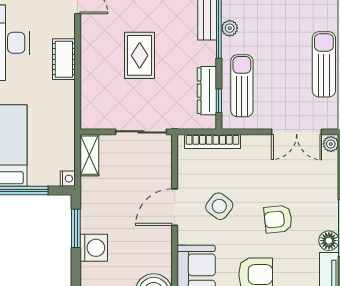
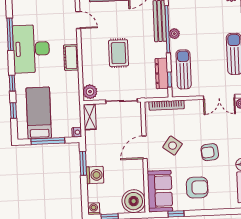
plant: (92, 115) -> (90, 92), added

